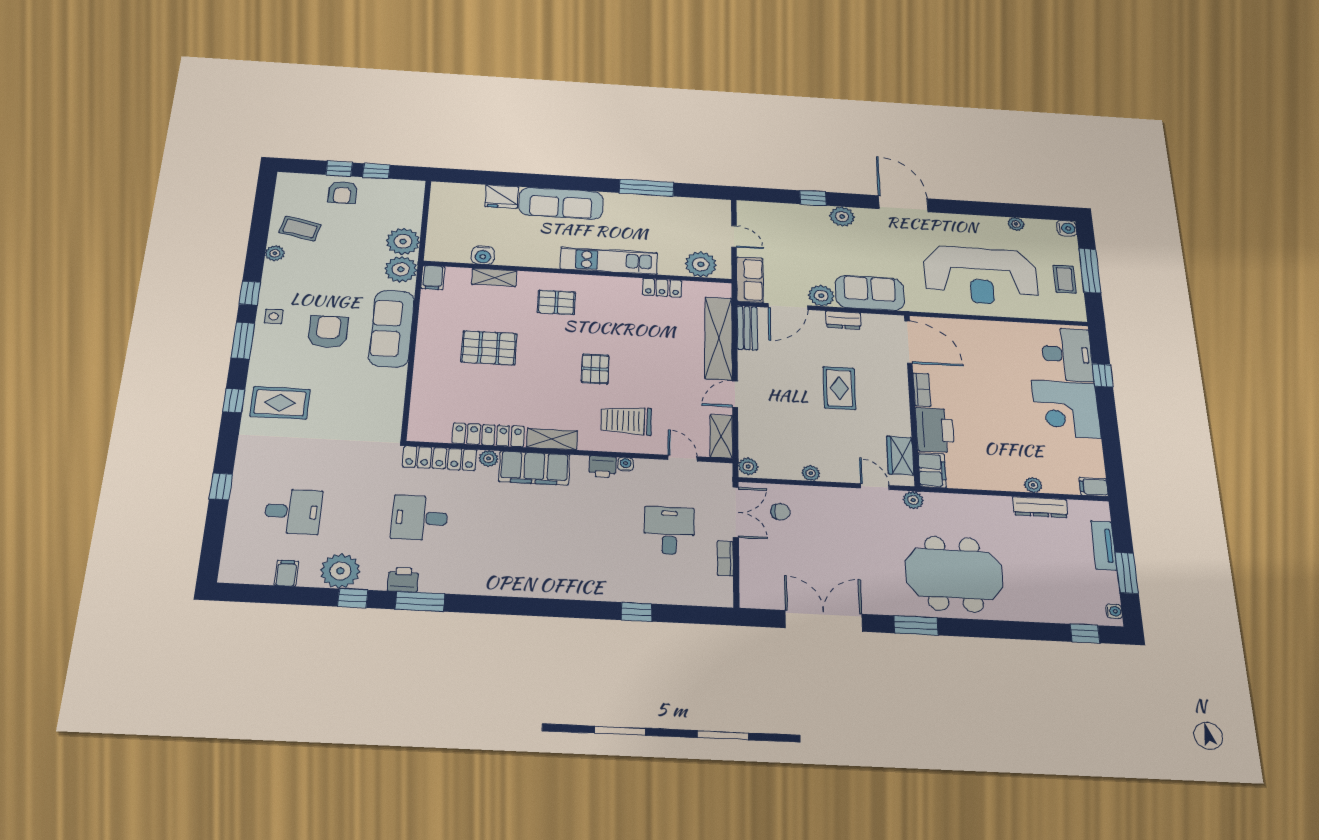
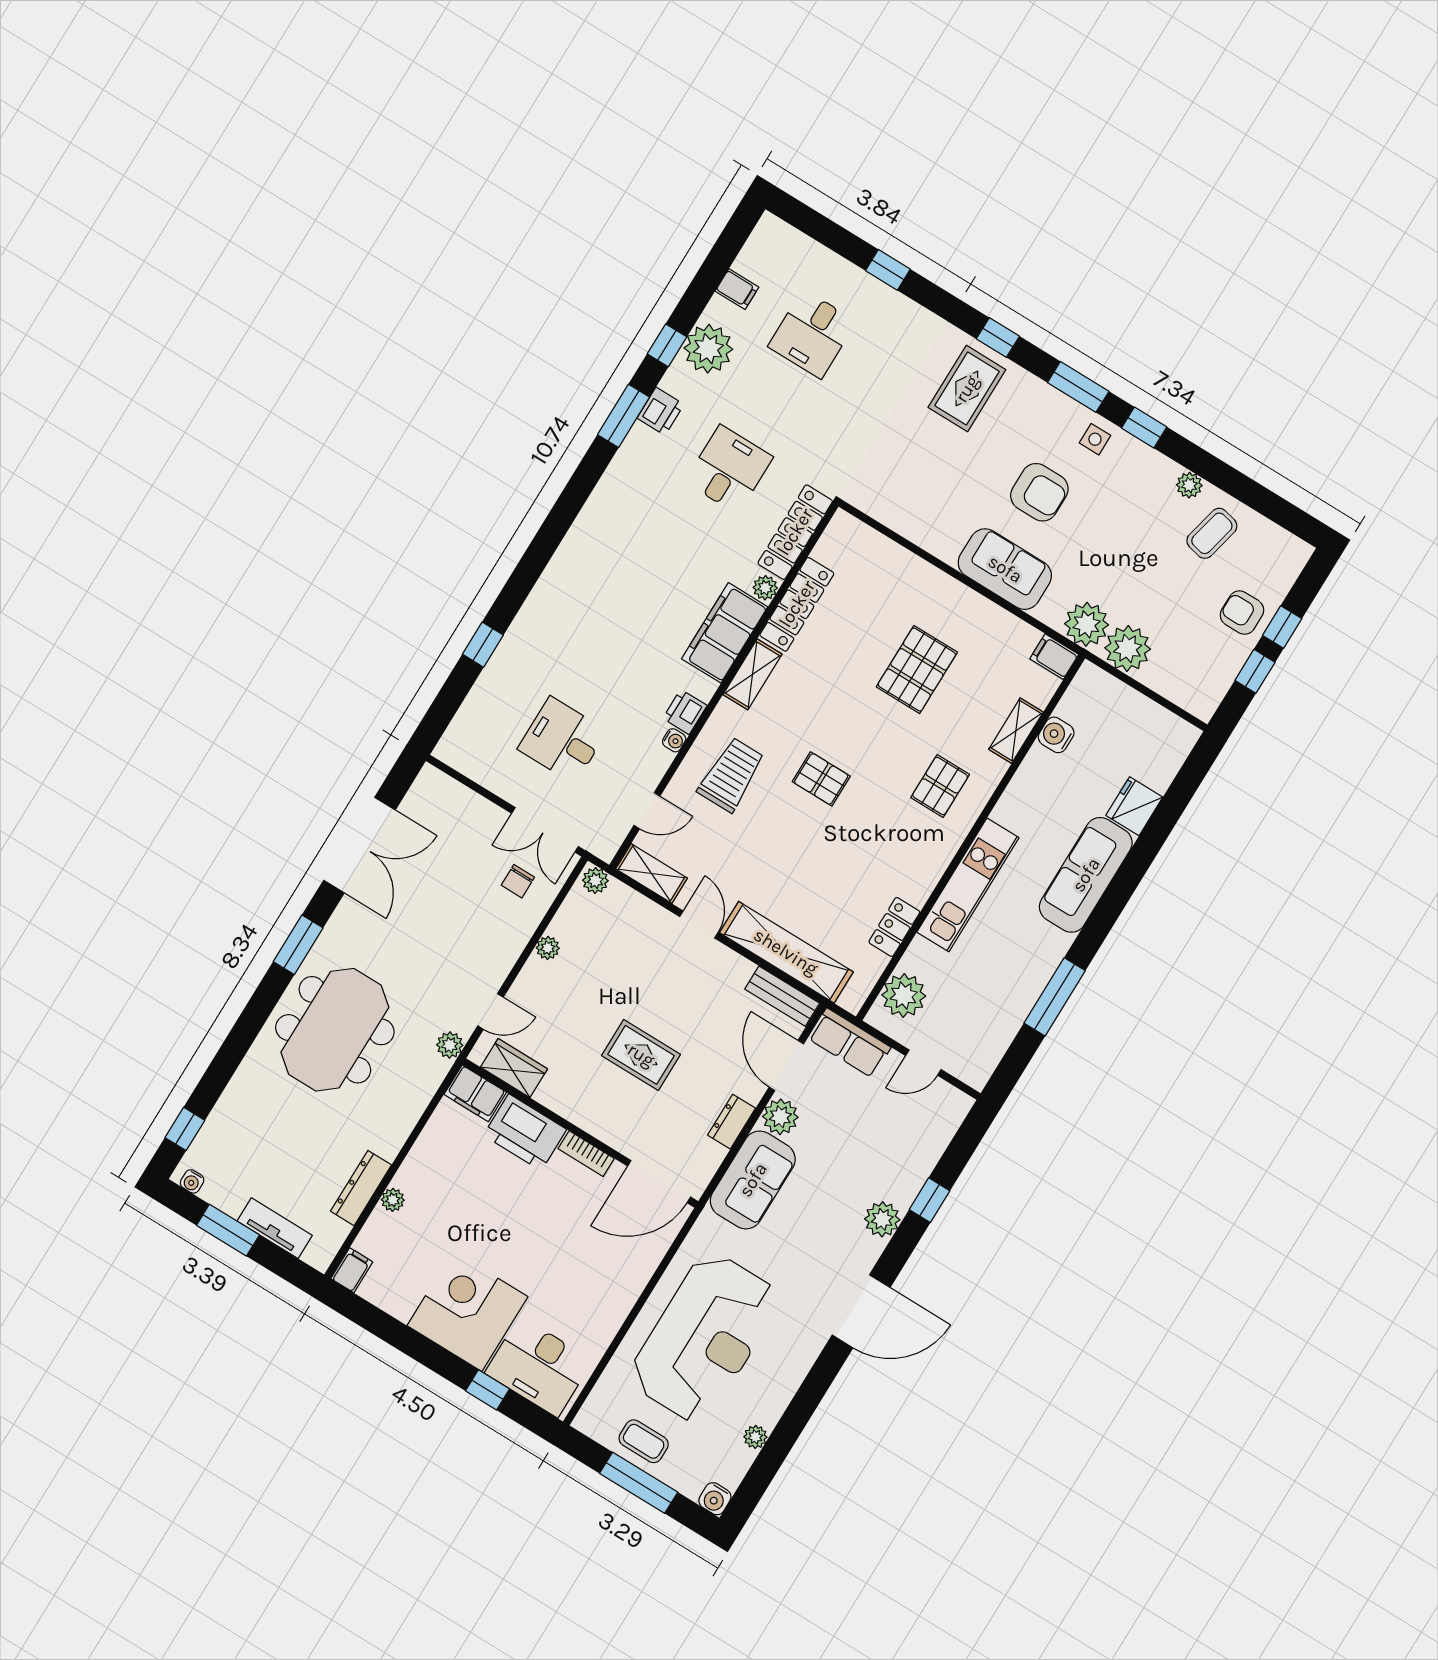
reception desk: (981, 276) -> (704, 1338), turned 180
sofa: (392, 328) -> (1005, 569), width x0.73
desk: (669, 531) -> (562, 740), turned 180
bookcase: (725, 558) -> (494, 782), removed

